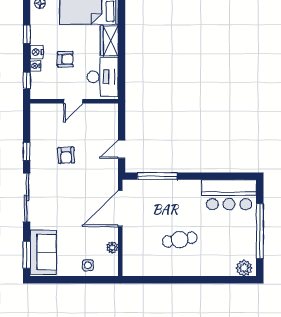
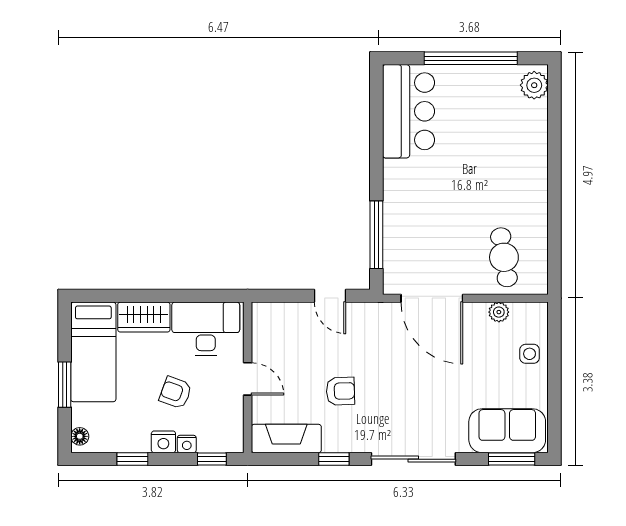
armchair: (65, 59) -> (176, 393), turned -70
fireplace: (39, 124) -> (286, 439), added
cafe table: (180, 240) -> (504, 257), moved

